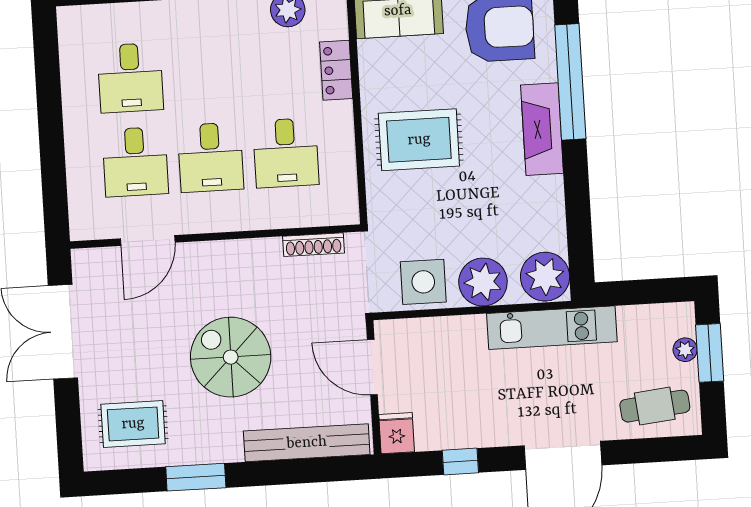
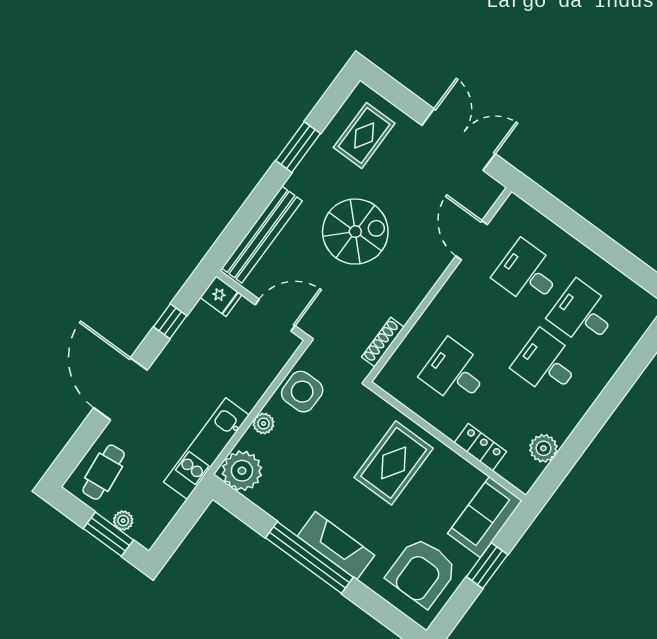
window: (570, 82) -> (309, 557), moved
desk: (211, 157) -> (546, 364), moved
plant: (483, 282) -> (264, 424), width x0.53, depth x0.53

